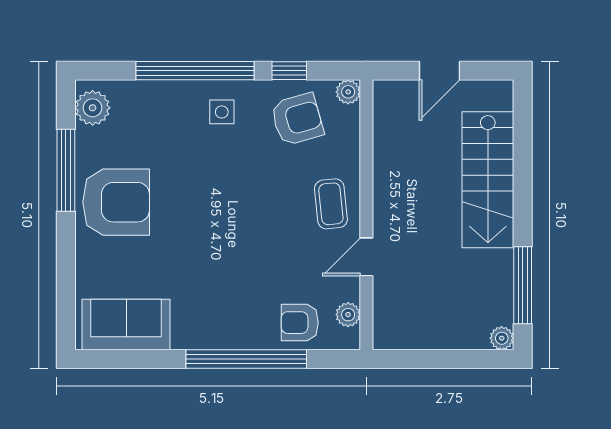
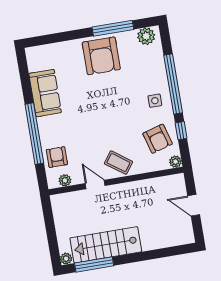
stairs: (488, 180) -> (106, 245), moved
coffee table: (331, 204) -> (118, 163), turned 42
sofa: (126, 325) -> (45, 93), moved

